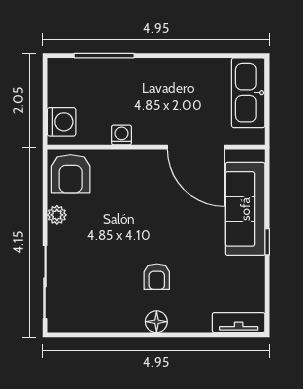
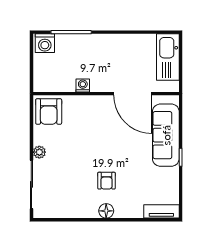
washing machine: (62, 122) -> (45, 43), moved, turned 90
plant: (57, 215) -> (39, 152), moved

